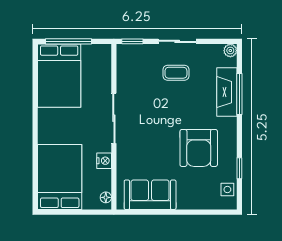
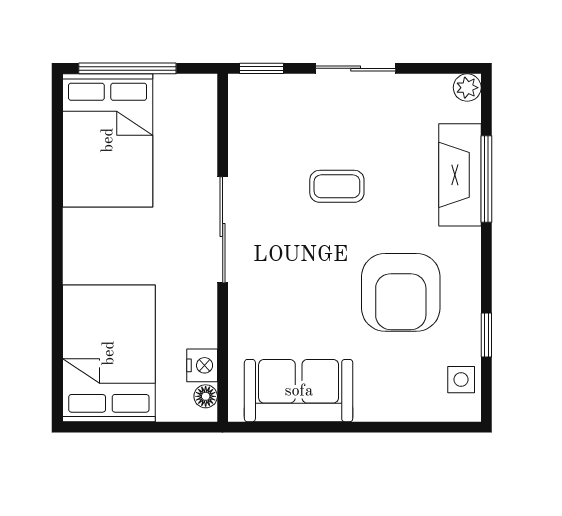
coffee table: (176, 73) -> (337, 186), moved
nightstand: (104, 161) -> (202, 365), moved

